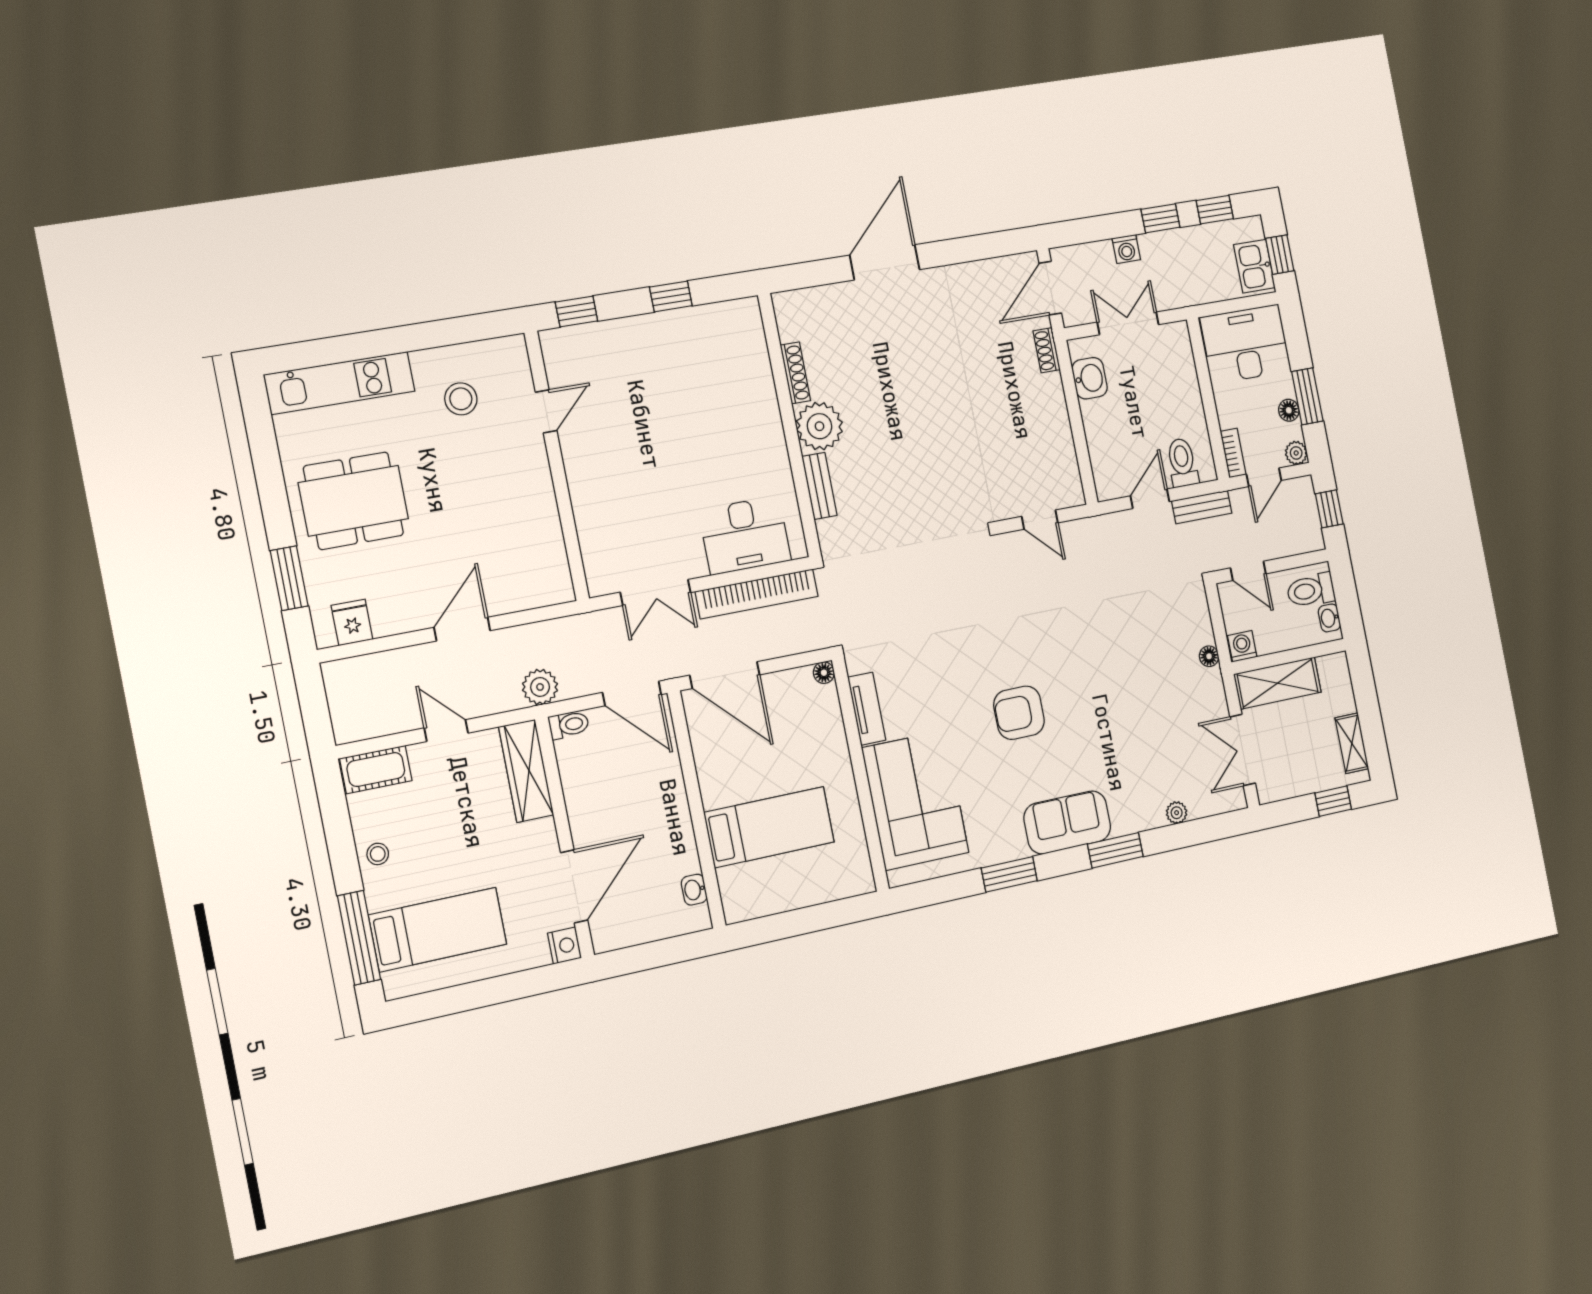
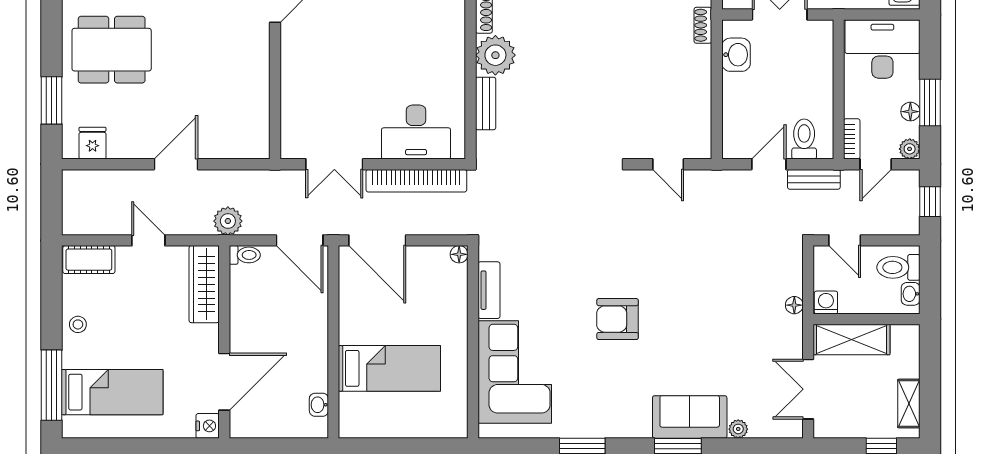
sofa: (1067, 822) -> (690, 417), moved

